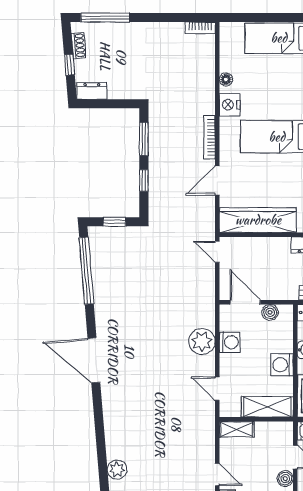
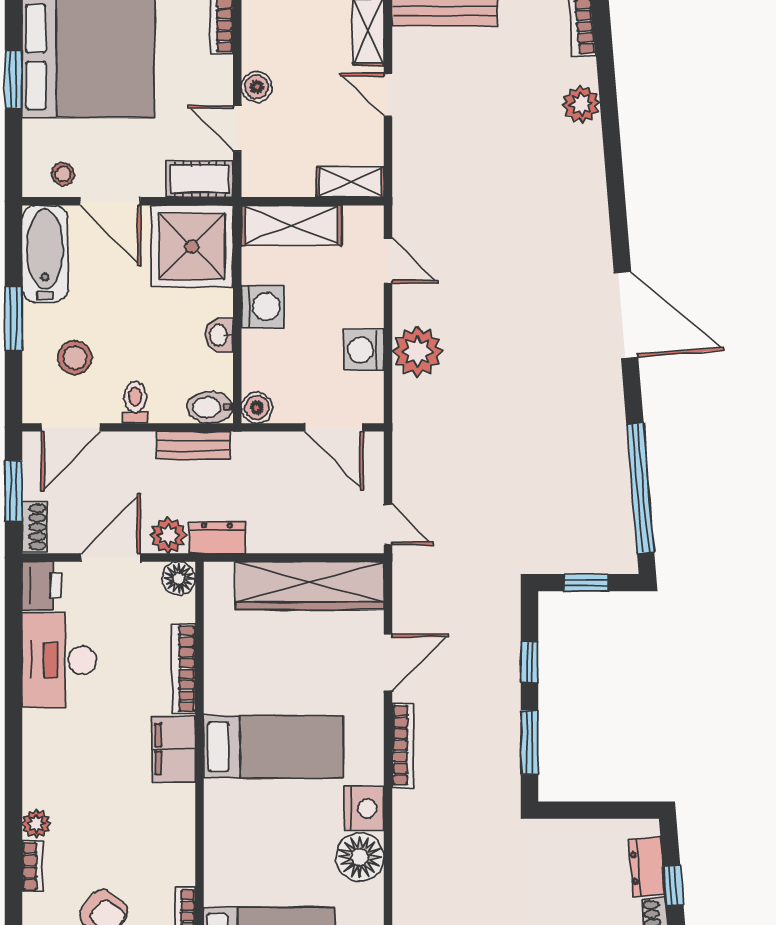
floor lamp: (226, 79) -> (360, 857), width x1.89, depth x1.89
dresser: (92, 91) -> (647, 867), moved, turned 85
boiler: (270, 312) -> (257, 408), moved

